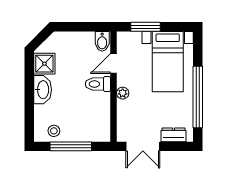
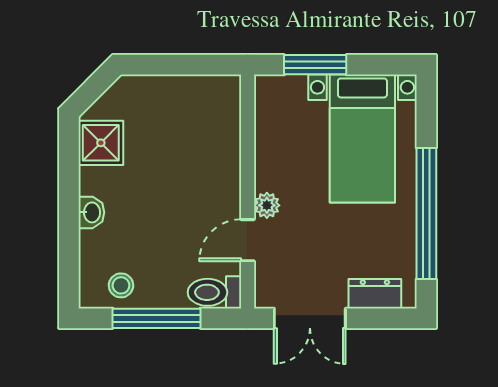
bidet: (102, 41) -> (223, 96), removed
door: (114, 64) -> (248, 240), moved
toilet: (98, 84) -> (214, 292), moved
washbasin: (43, 90) -> (91, 212), width x0.52, depth x0.69

